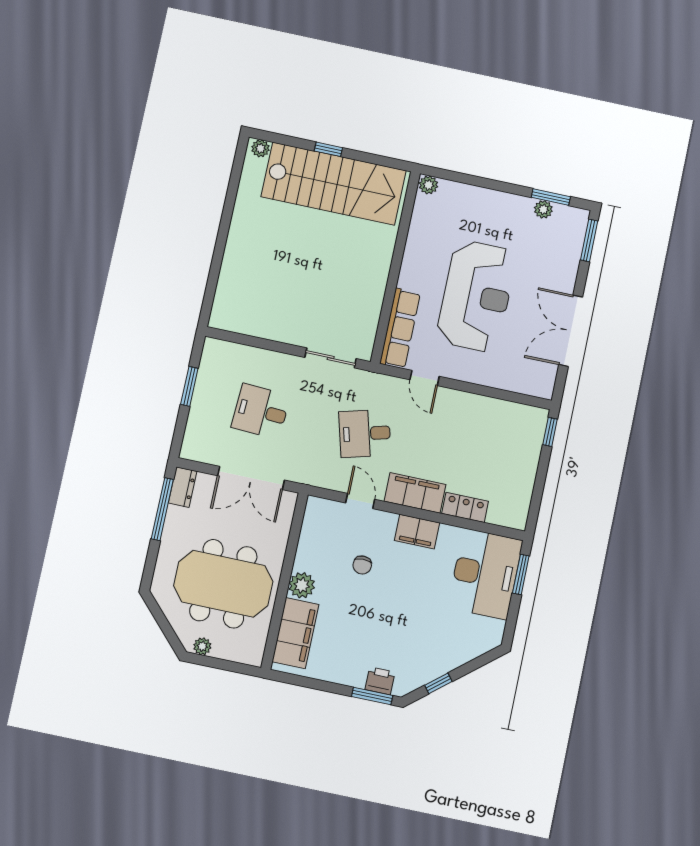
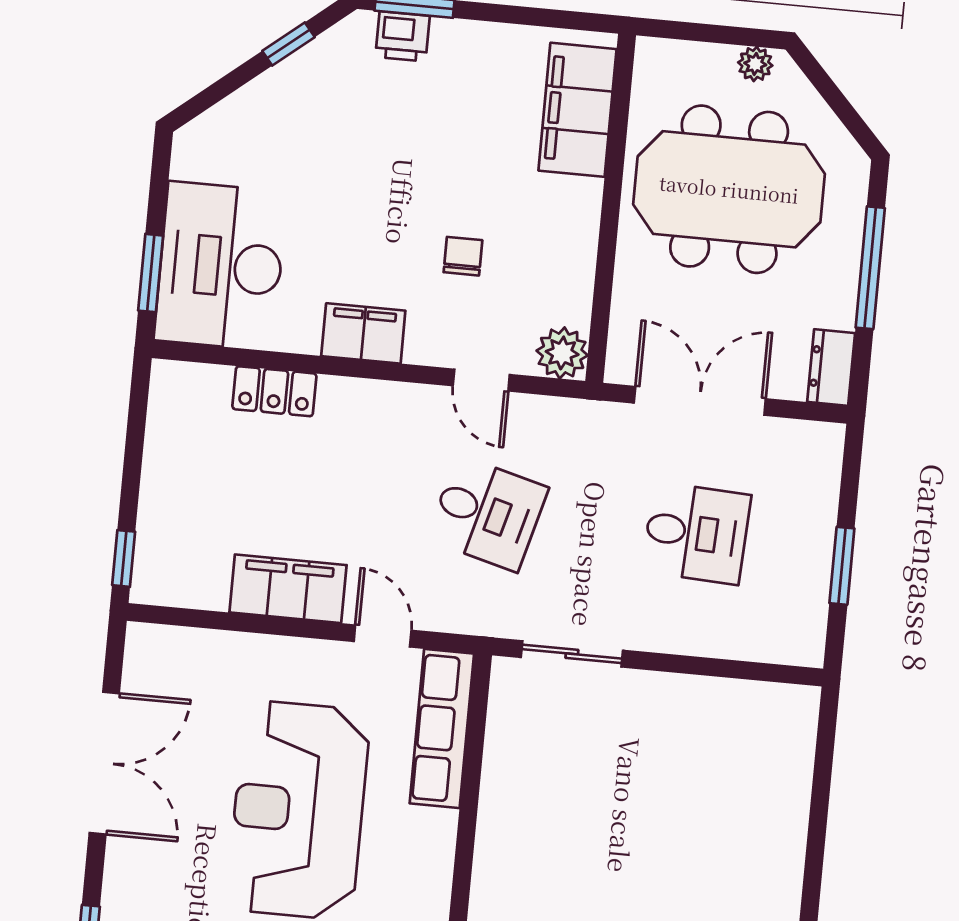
desk: (365, 433) -> (487, 513), turned 30
filing cabinet: (415, 493) -> (288, 589), moved, turned 180
window: (162, 509) -> (870, 268), moved
plant: (302, 585) -> (562, 353), moved

